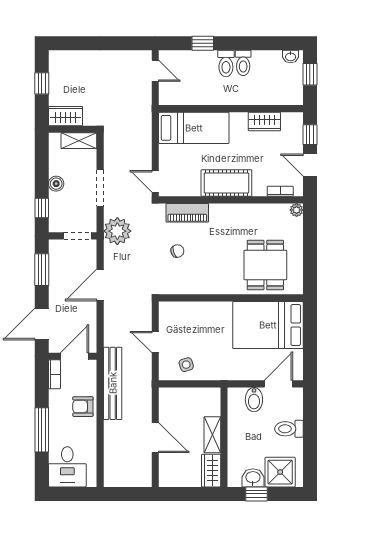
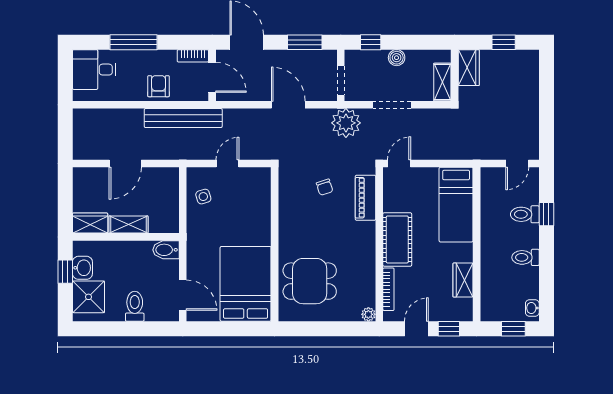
toilet: (226, 64) -> (525, 214), moved
bookcase: (280, 191) -> (388, 289), width x1.56
bidet: (254, 400) -> (166, 250), moved

